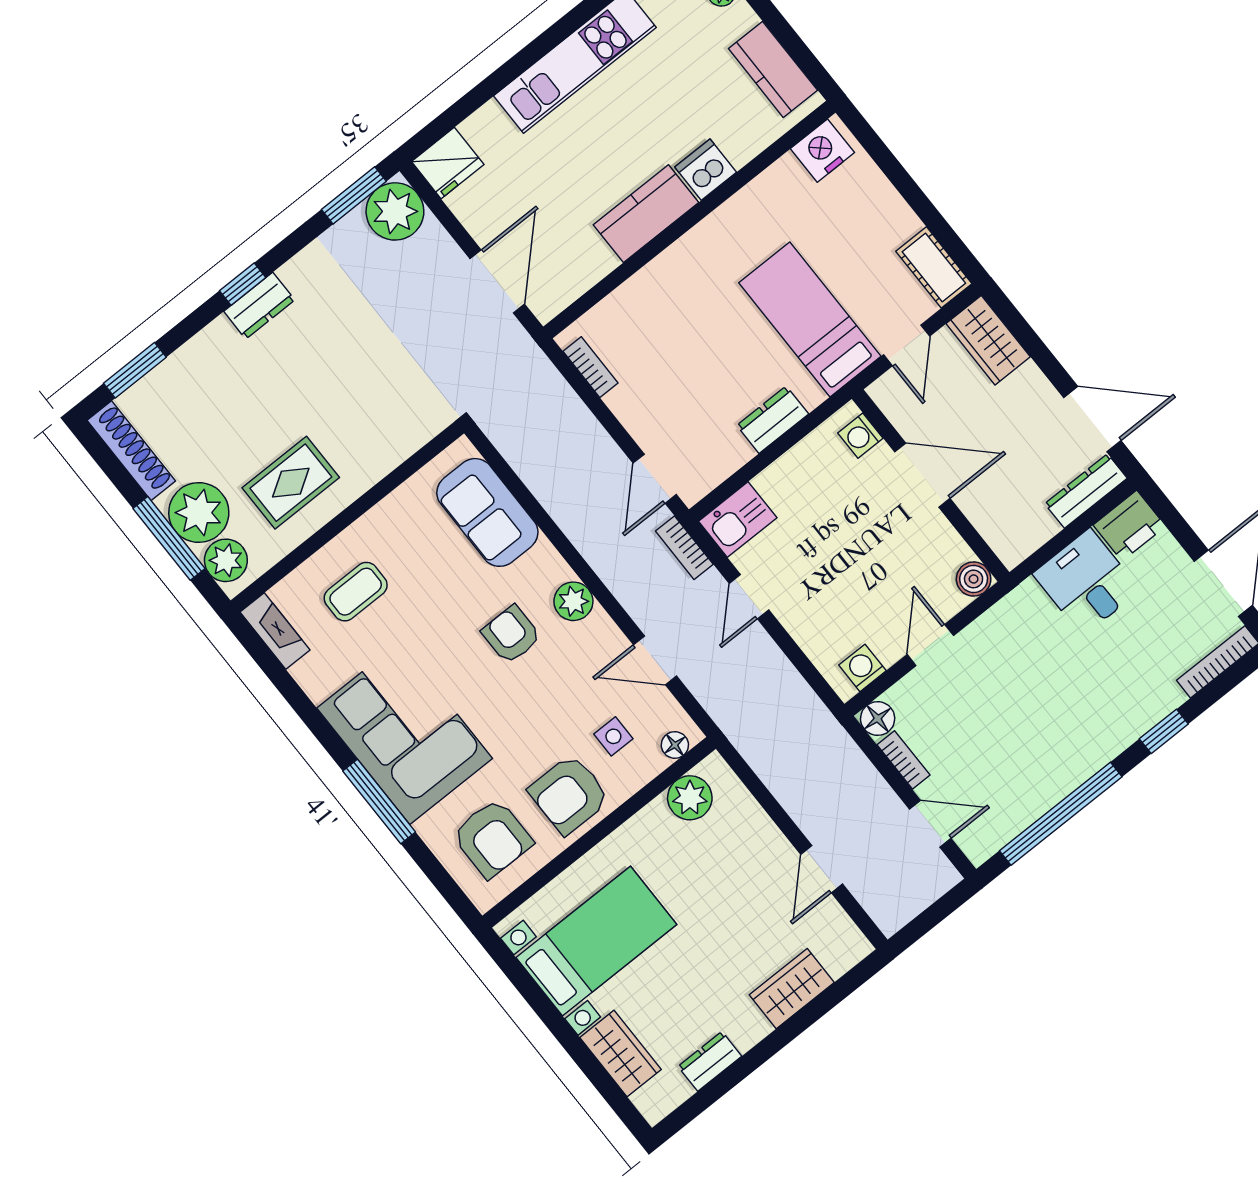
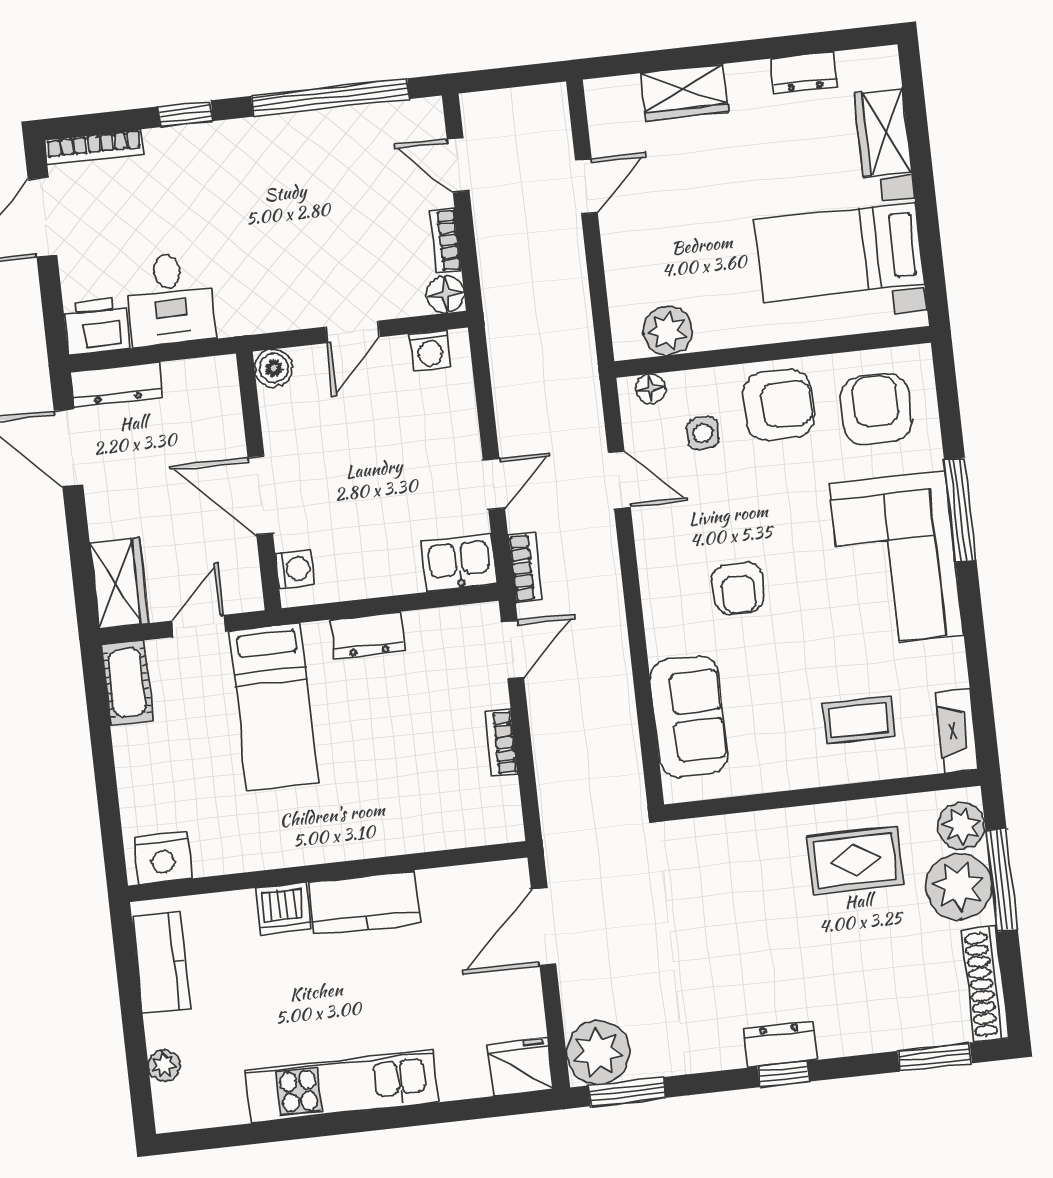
bookcase: (590, 367) -> (501, 743), moved
plant: (573, 601) -> (661, 583), removed

